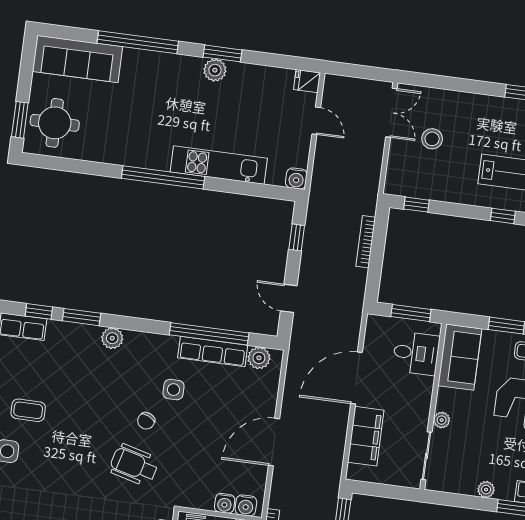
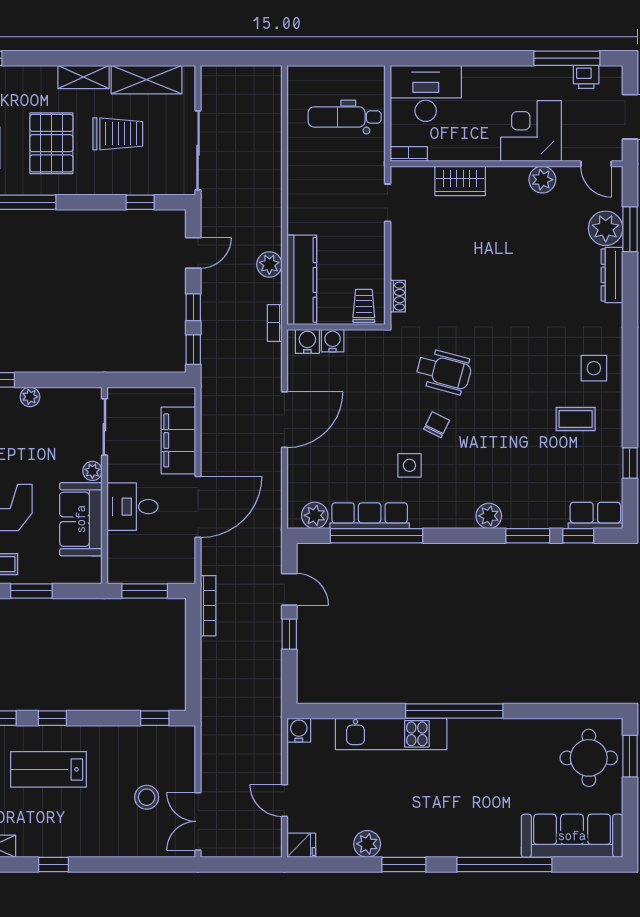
plant: (215, 70) -> (367, 844), moved
window: (297, 237) -> (289, 634), moved
bookcase: (366, 242) -> (208, 606), moved
desk: (416, 353) -> (132, 507), moved
sofa: (460, 357) -> (81, 519), moved

